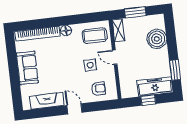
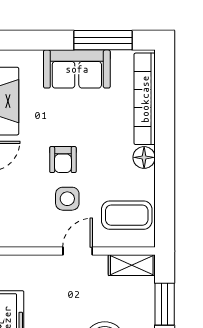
coffee table: (95, 36) -> (127, 215), turned 90
window: (12, 57) -> (103, 40), added
armchair: (98, 88) -> (63, 160), moved

